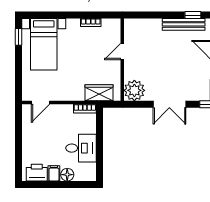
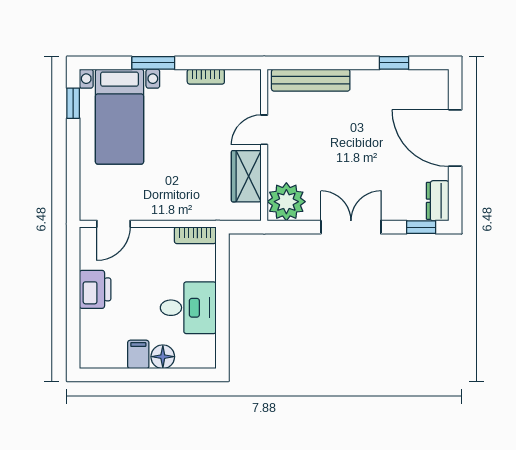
window: (62, 15) -> (153, 63), added
bench: (184, 24) -> (311, 80), moved
wardrobe: (99, 93) -> (246, 176), moved, turned -90
double door: (169, 104) -> (351, 227), swing flipped
printer: (37, 173) -> (95, 289), moved, turned 90

